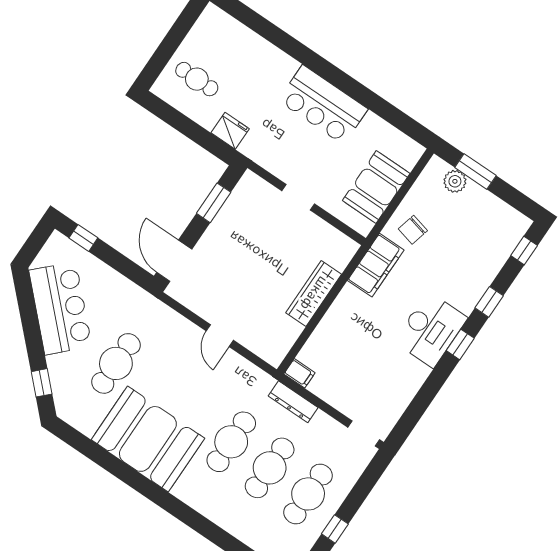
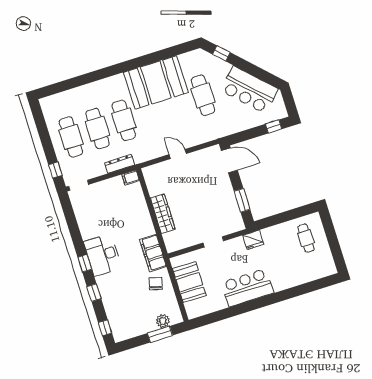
cafe table: (197, 79) -> (306, 238), turned 90
fridge: (230, 131) -> (253, 240), moved
window: (335, 529) -> (55, 170), moved

